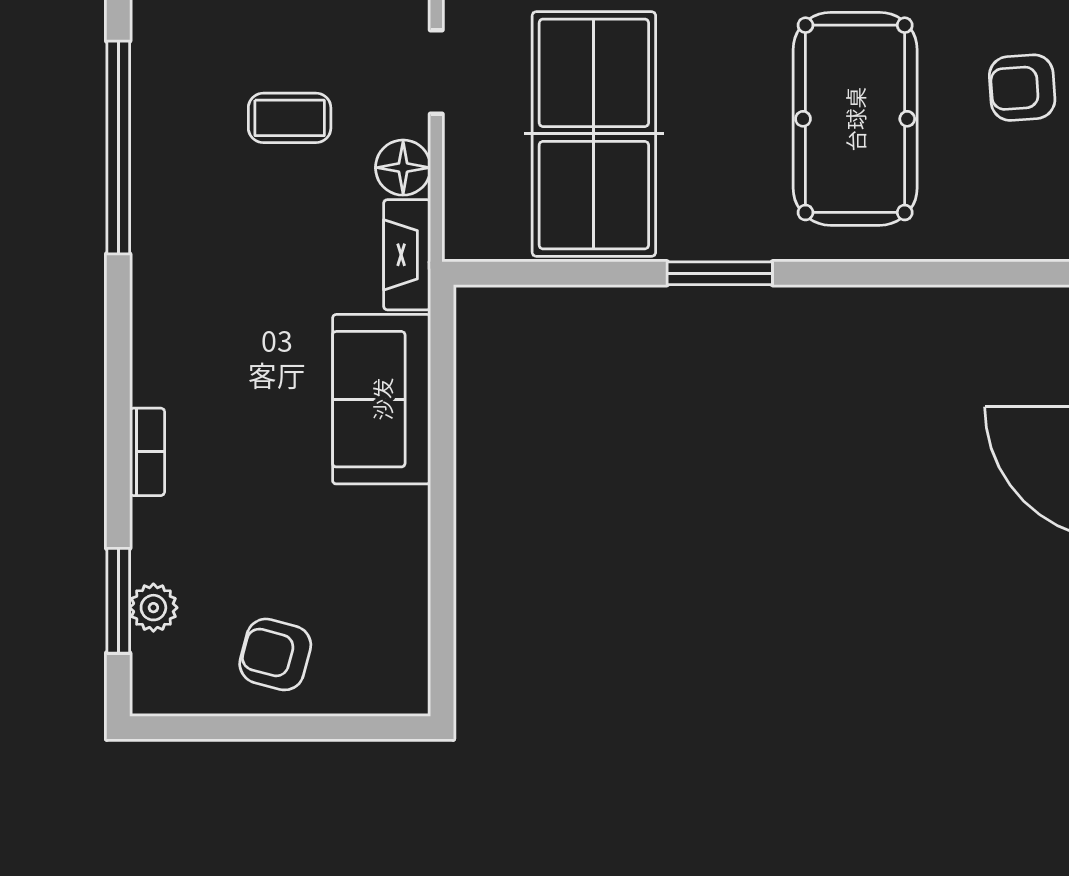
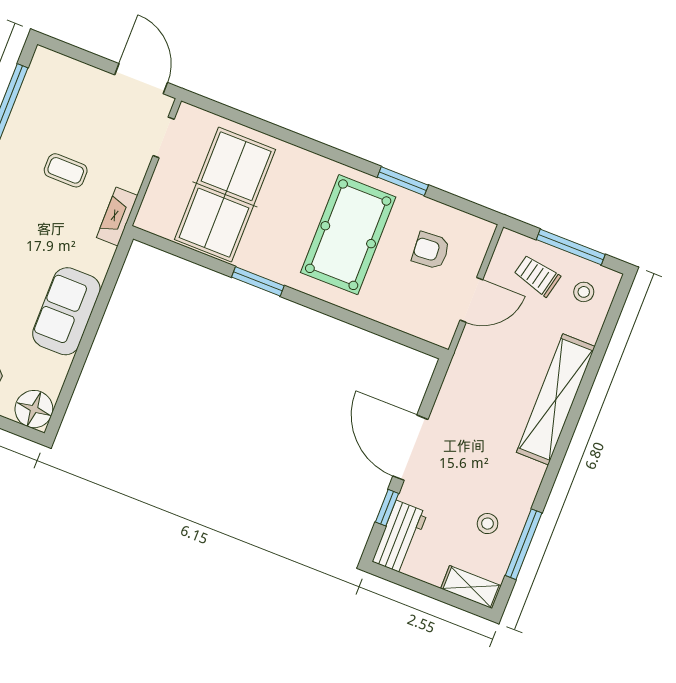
coffee table: (290, 118) -> (66, 170), moved
floor lamp: (403, 168) -> (34, 409), moved, width x1.38, depth x1.38
sofa: (382, 399) -> (66, 311), moved

